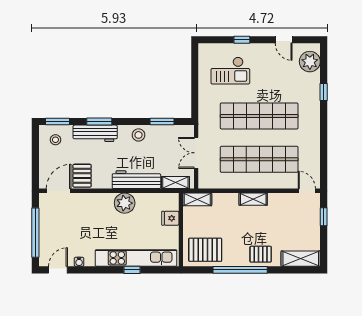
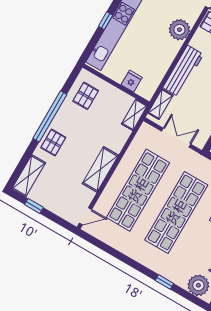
shelving: (253, 199) -> (100, 169), width x1.50, depth x1.33
plant: (125, 203) -> (179, 30), moved
window: (324, 217) -> (34, 206), moved
pallet: (205, 250) -> (86, 96), width x0.67, depth x0.71

